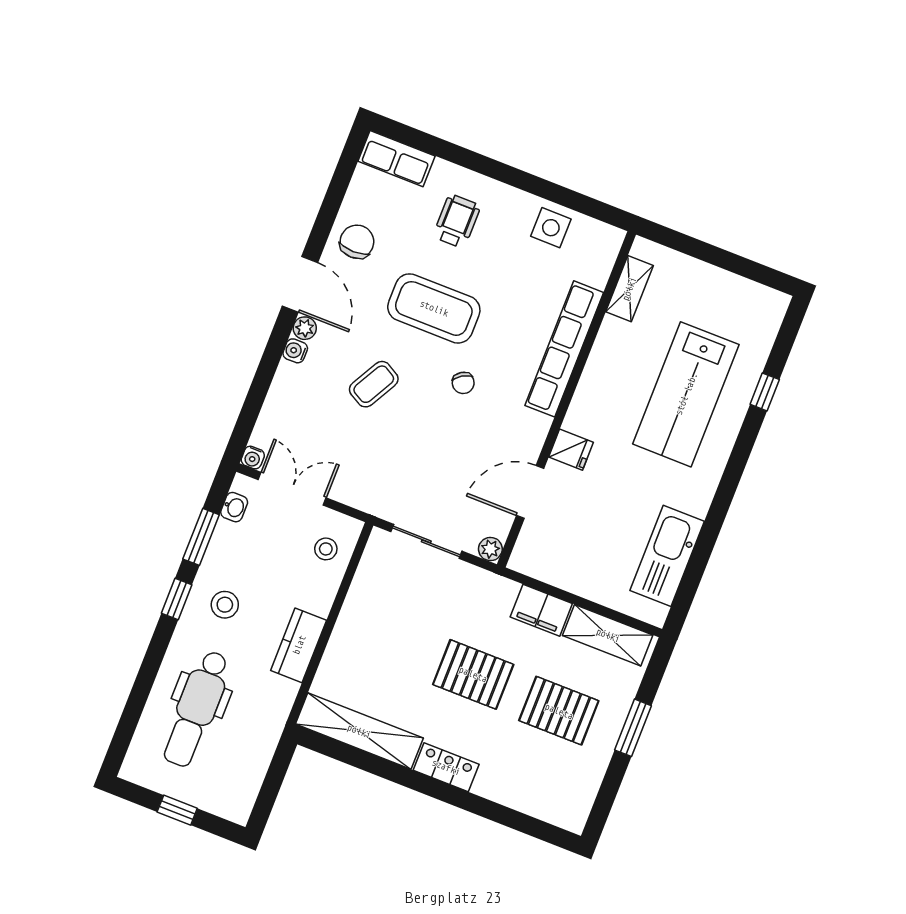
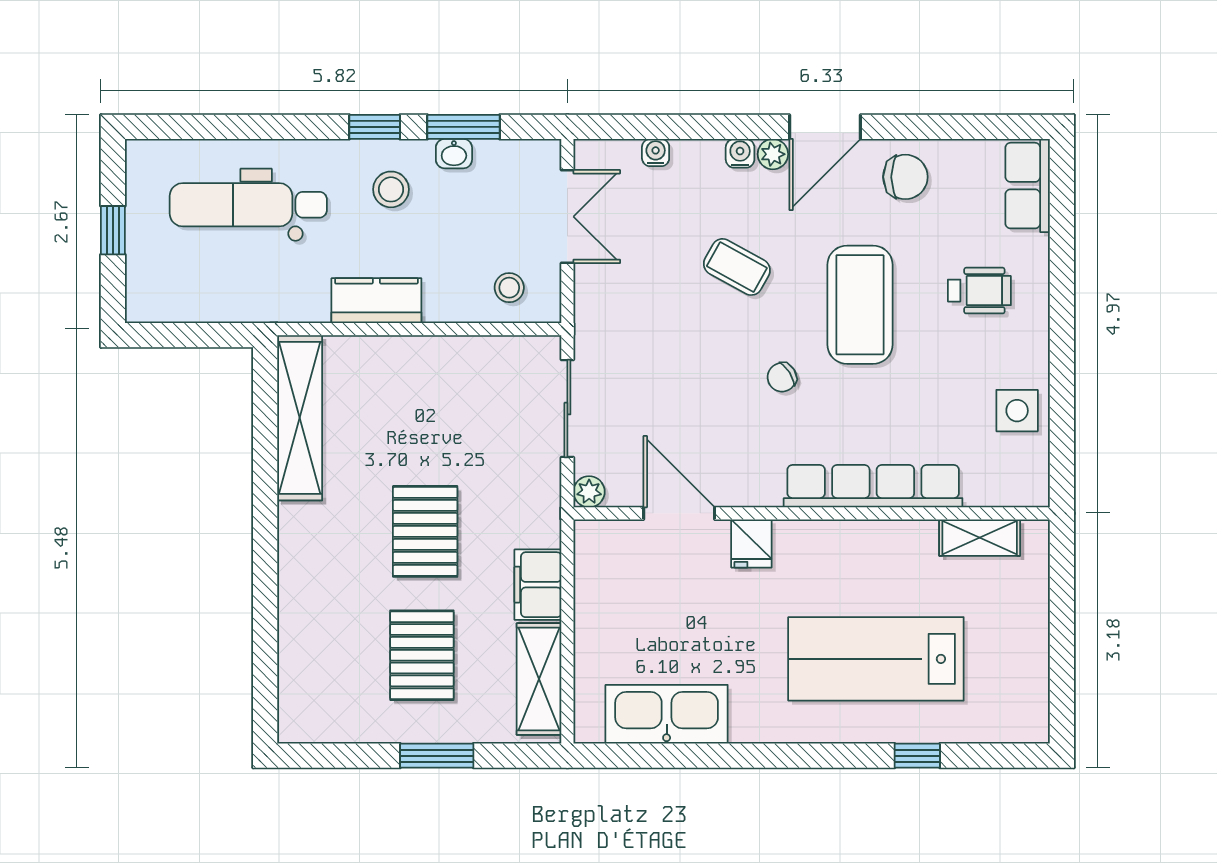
water cooler: (253, 458) -> (656, 153), moved, turned 90
washbasin: (234, 507) -> (454, 154), moved
locker: (446, 767) -> (297, 543), removed

